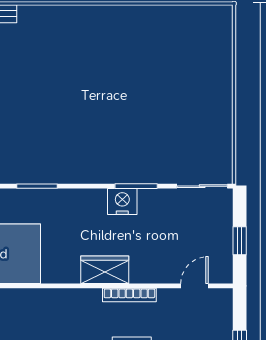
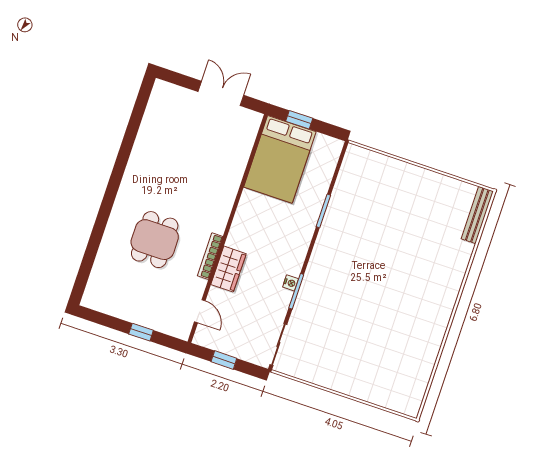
nightstand: (122, 201) -> (291, 283), width x0.53, depth x0.56
wardrobe: (105, 270) -> (228, 269), moved

